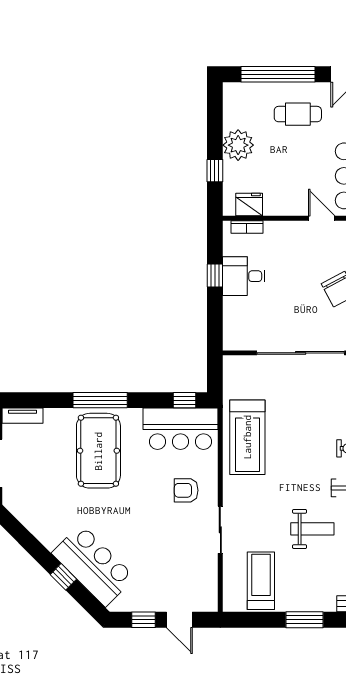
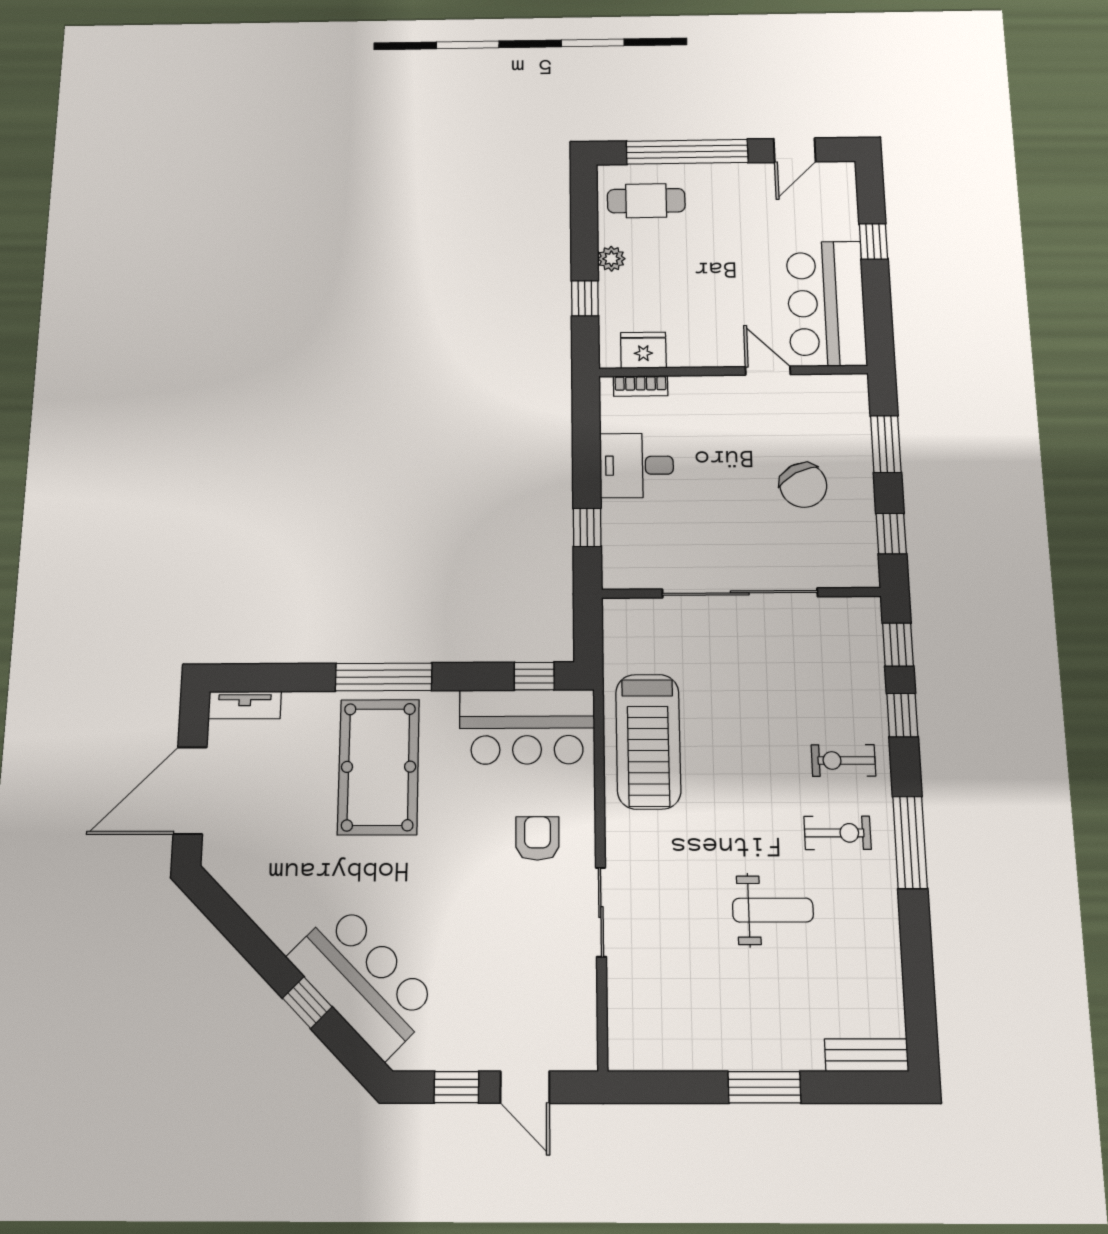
cafe table: (298, 114) -> (646, 201), moved
plant: (238, 145) -> (611, 259), width x0.53, depth x0.53
window: (215, 275) -> (587, 527), moved
armchair: (186, 490) -> (537, 838), turned 90
treadmill: (261, 581) -> (679, 1010), removed

